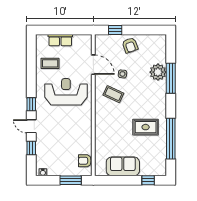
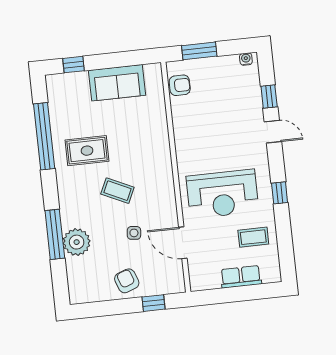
coffee table: (113, 94) -> (117, 191), moved
window: (31, 104) -> (280, 193), moved

